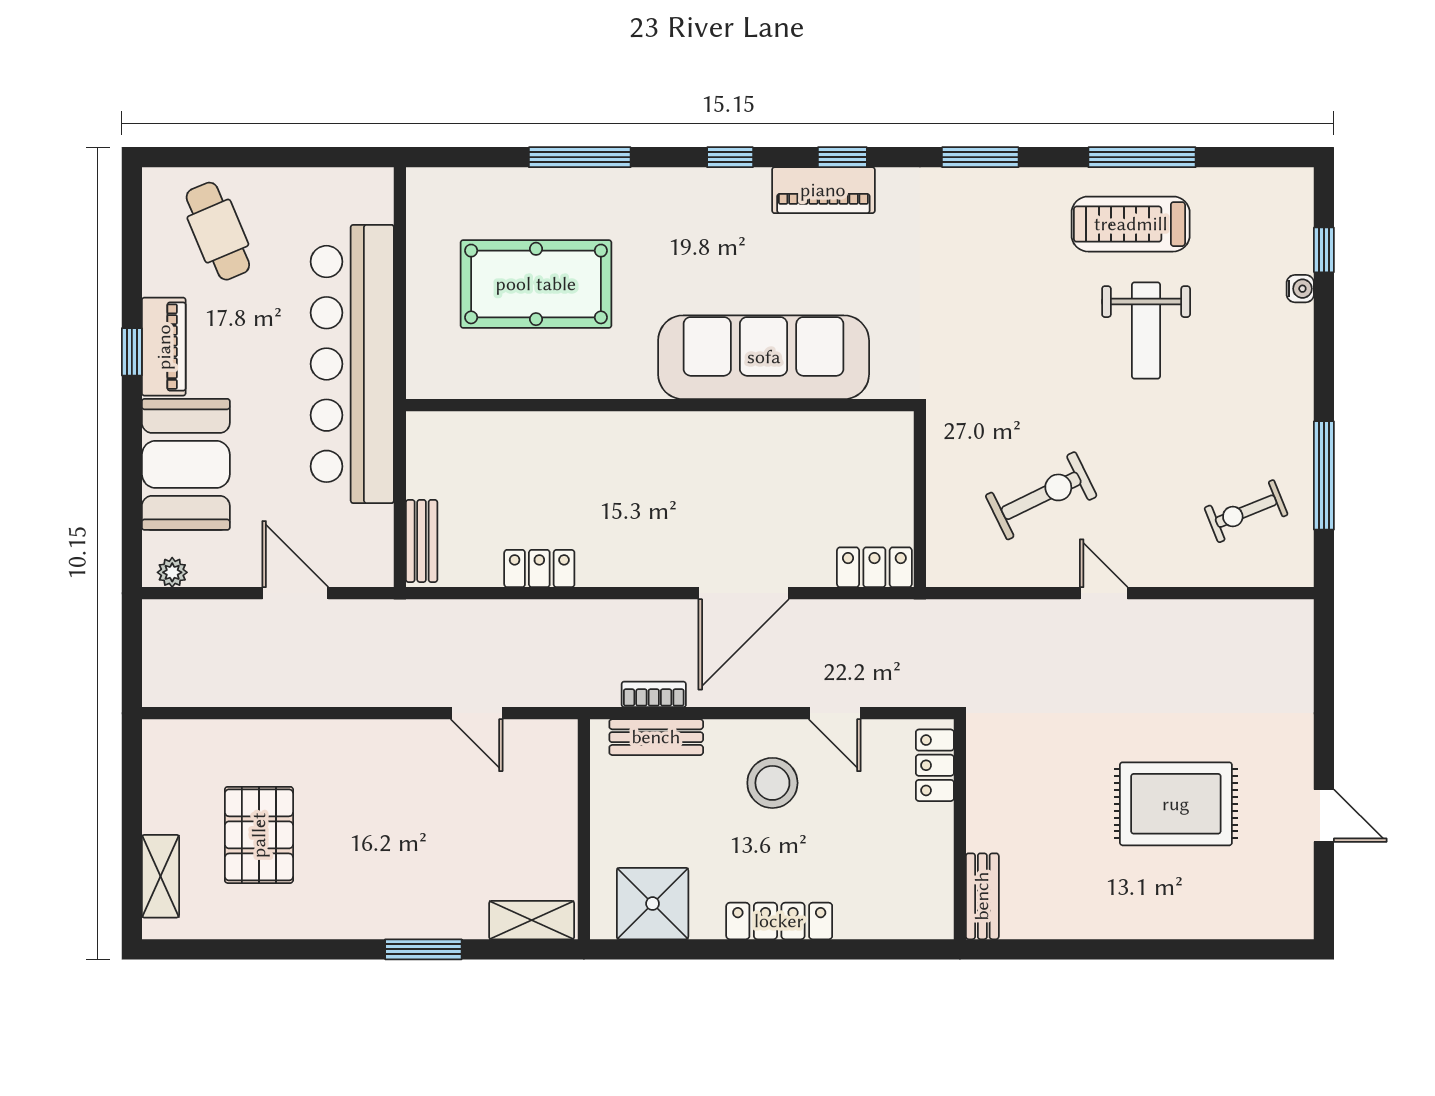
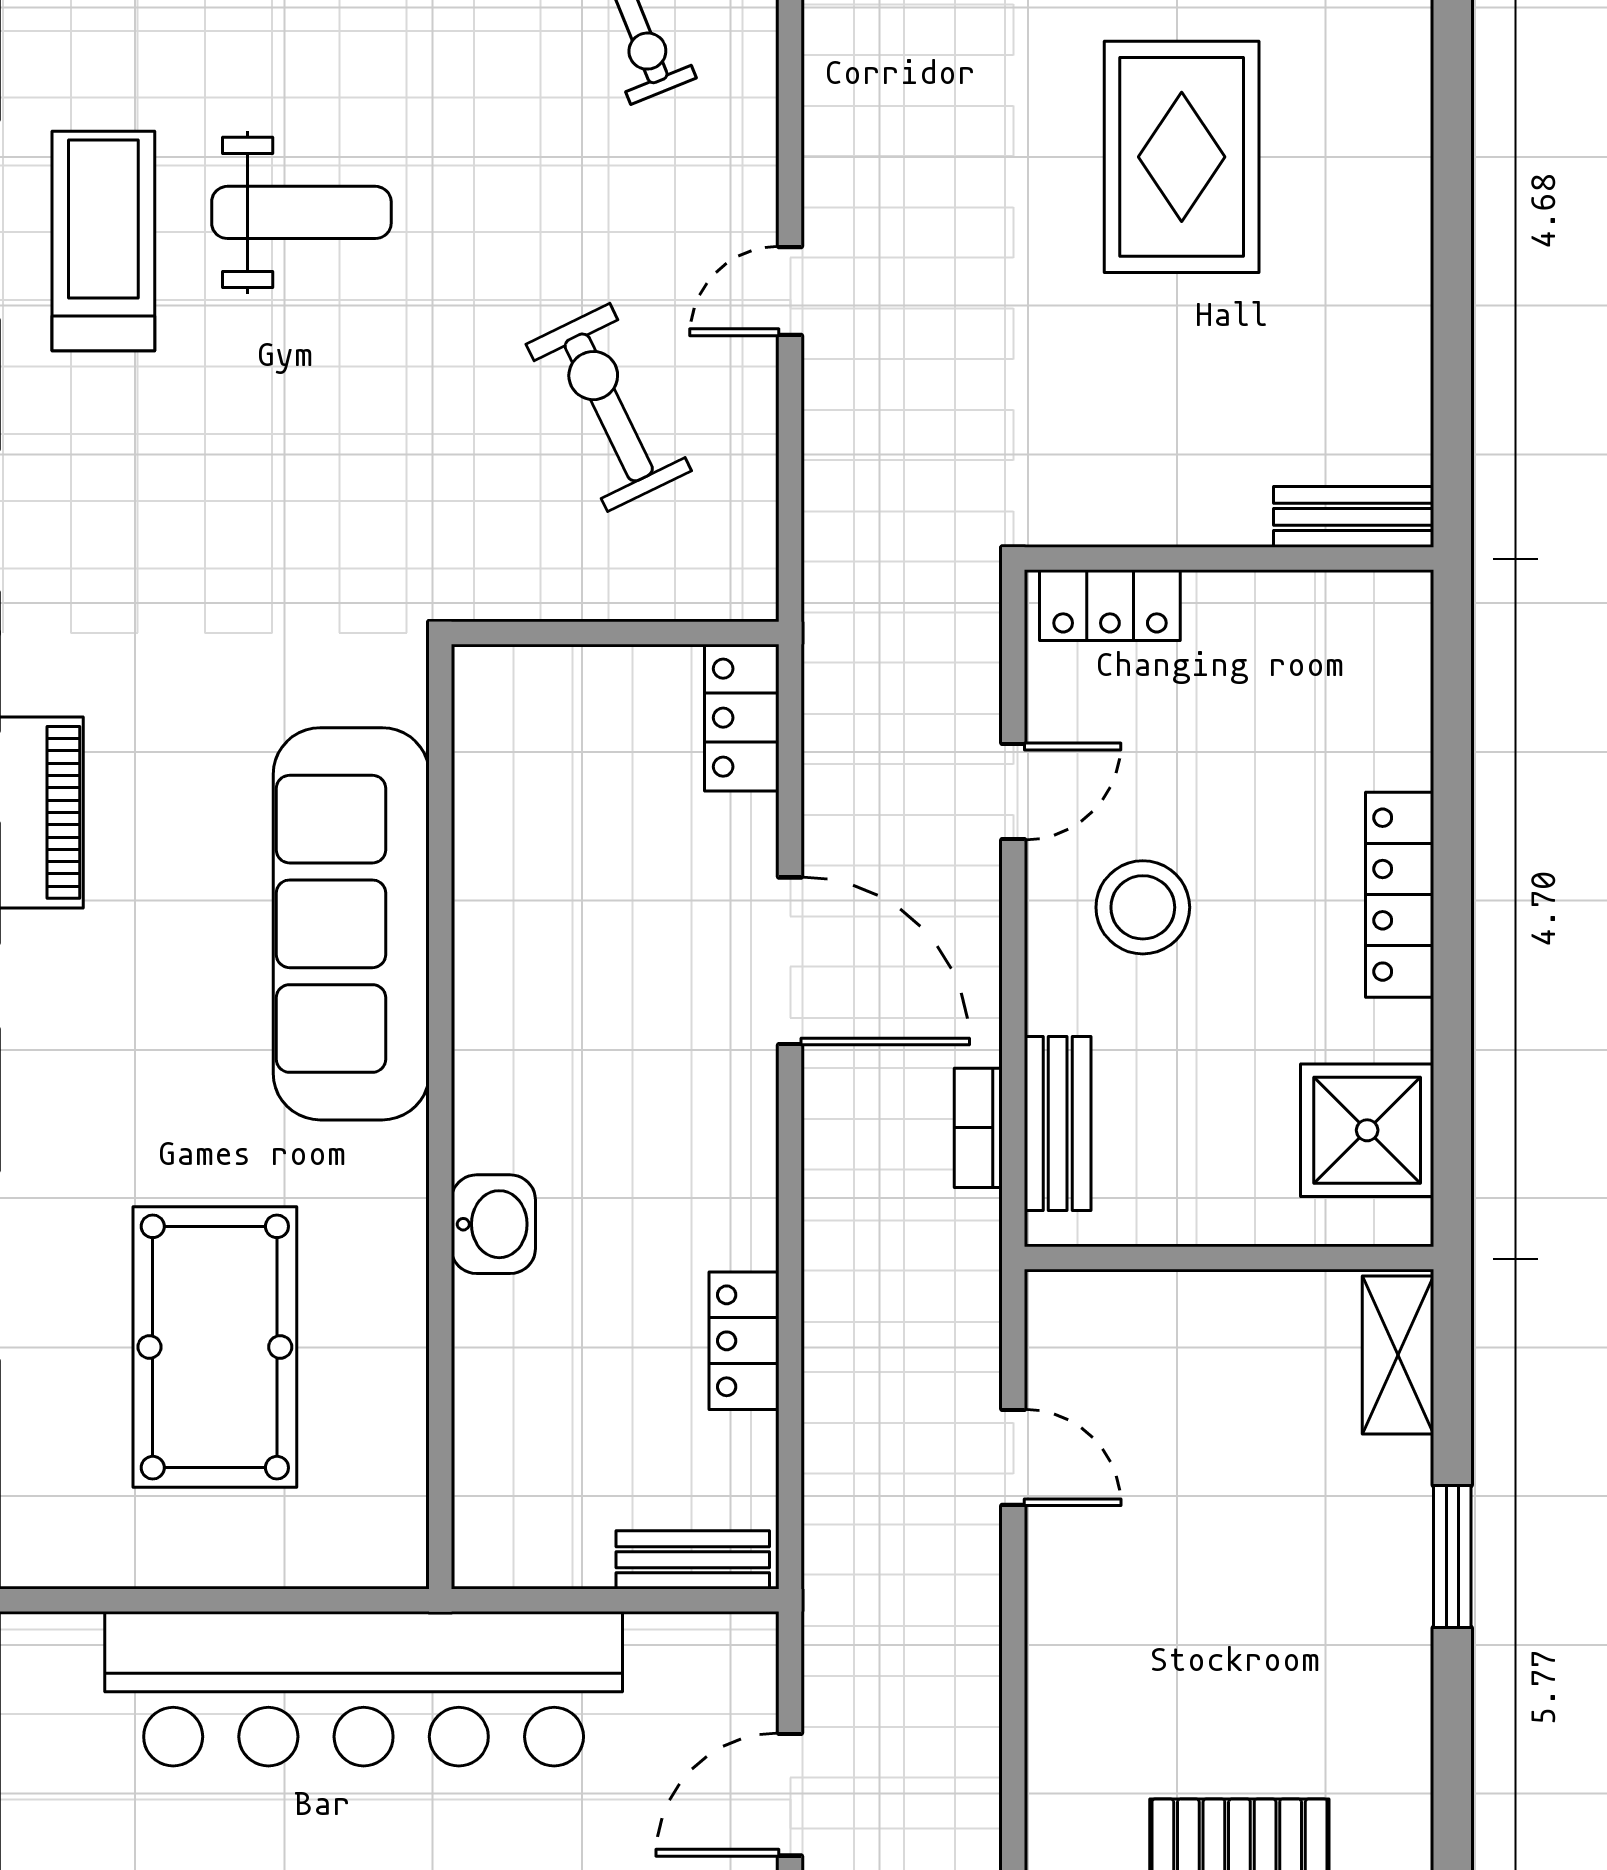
treadmill: (1131, 224) -> (103, 241), turned 180
washbasin: (602, 434) -> (493, 1224), added
door: (477, 713) -> (1013, 1457), hinge flipped

